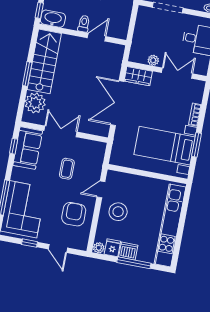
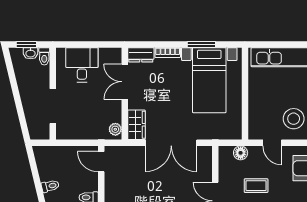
door: (97, 37) -> (101, 162), moved
plant: (153, 60) -> (115, 129), moved
dresser: (197, 91) -> (141, 55), added
floor lamp: (97, 161) -> (241, 153), added

